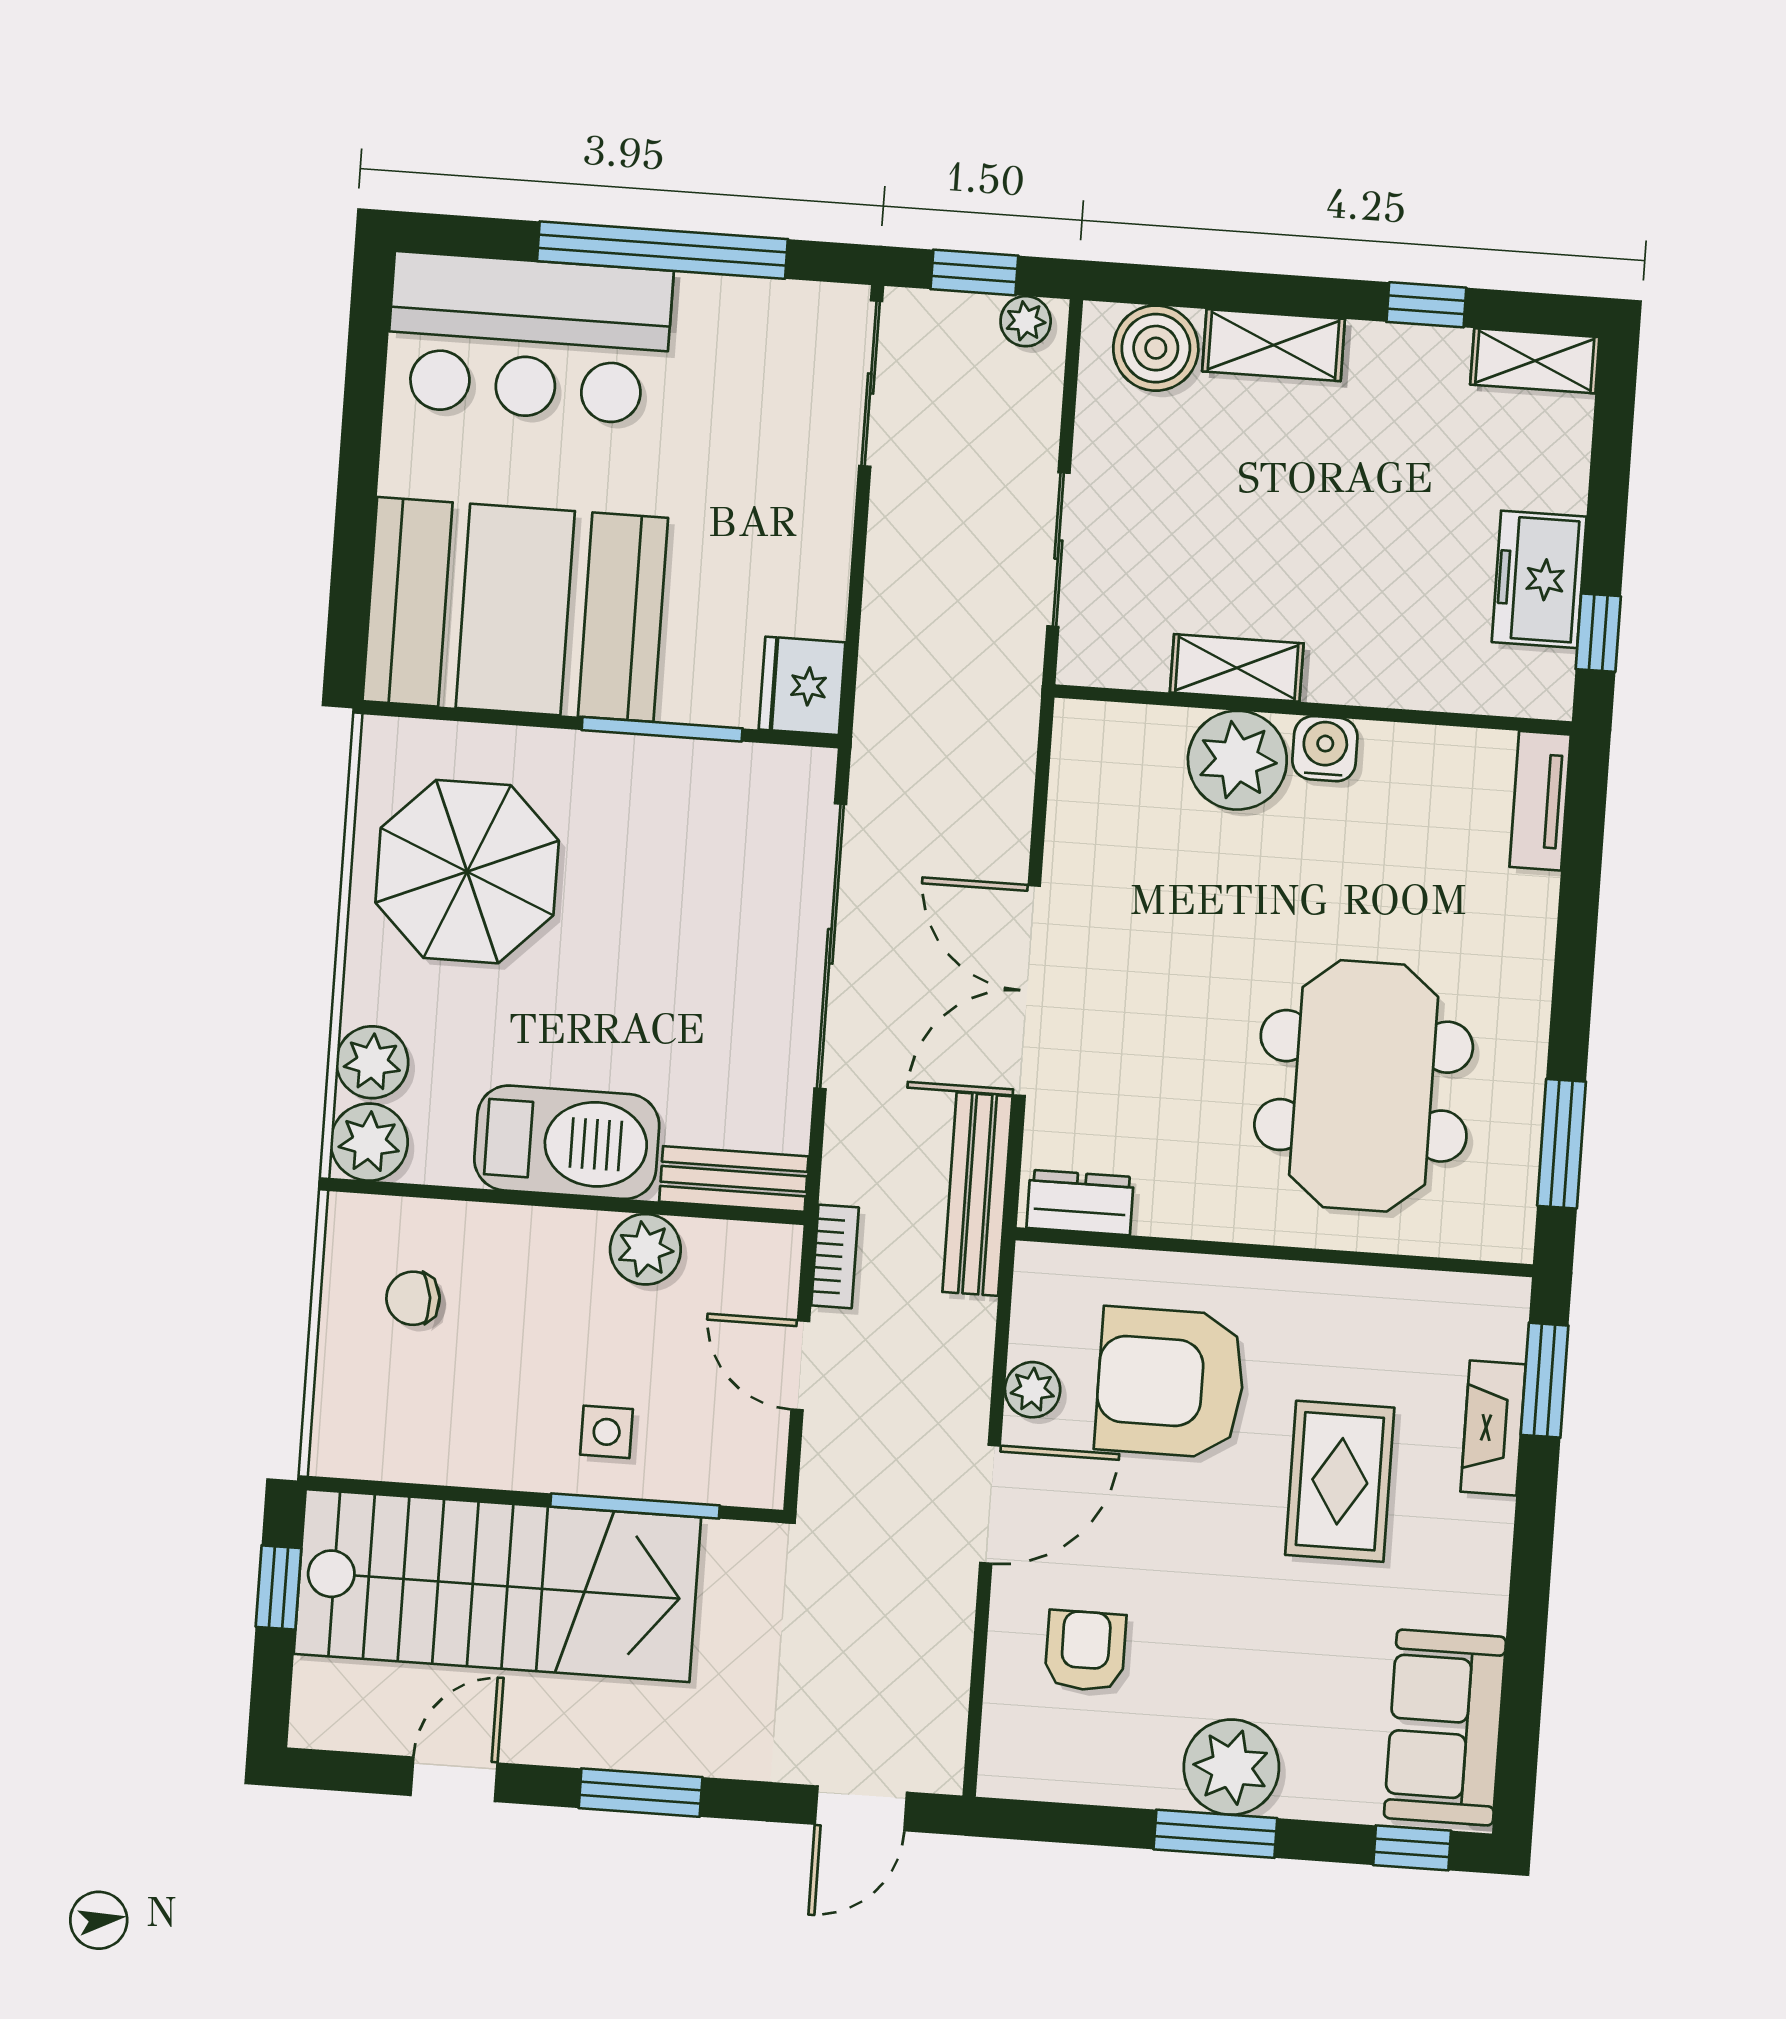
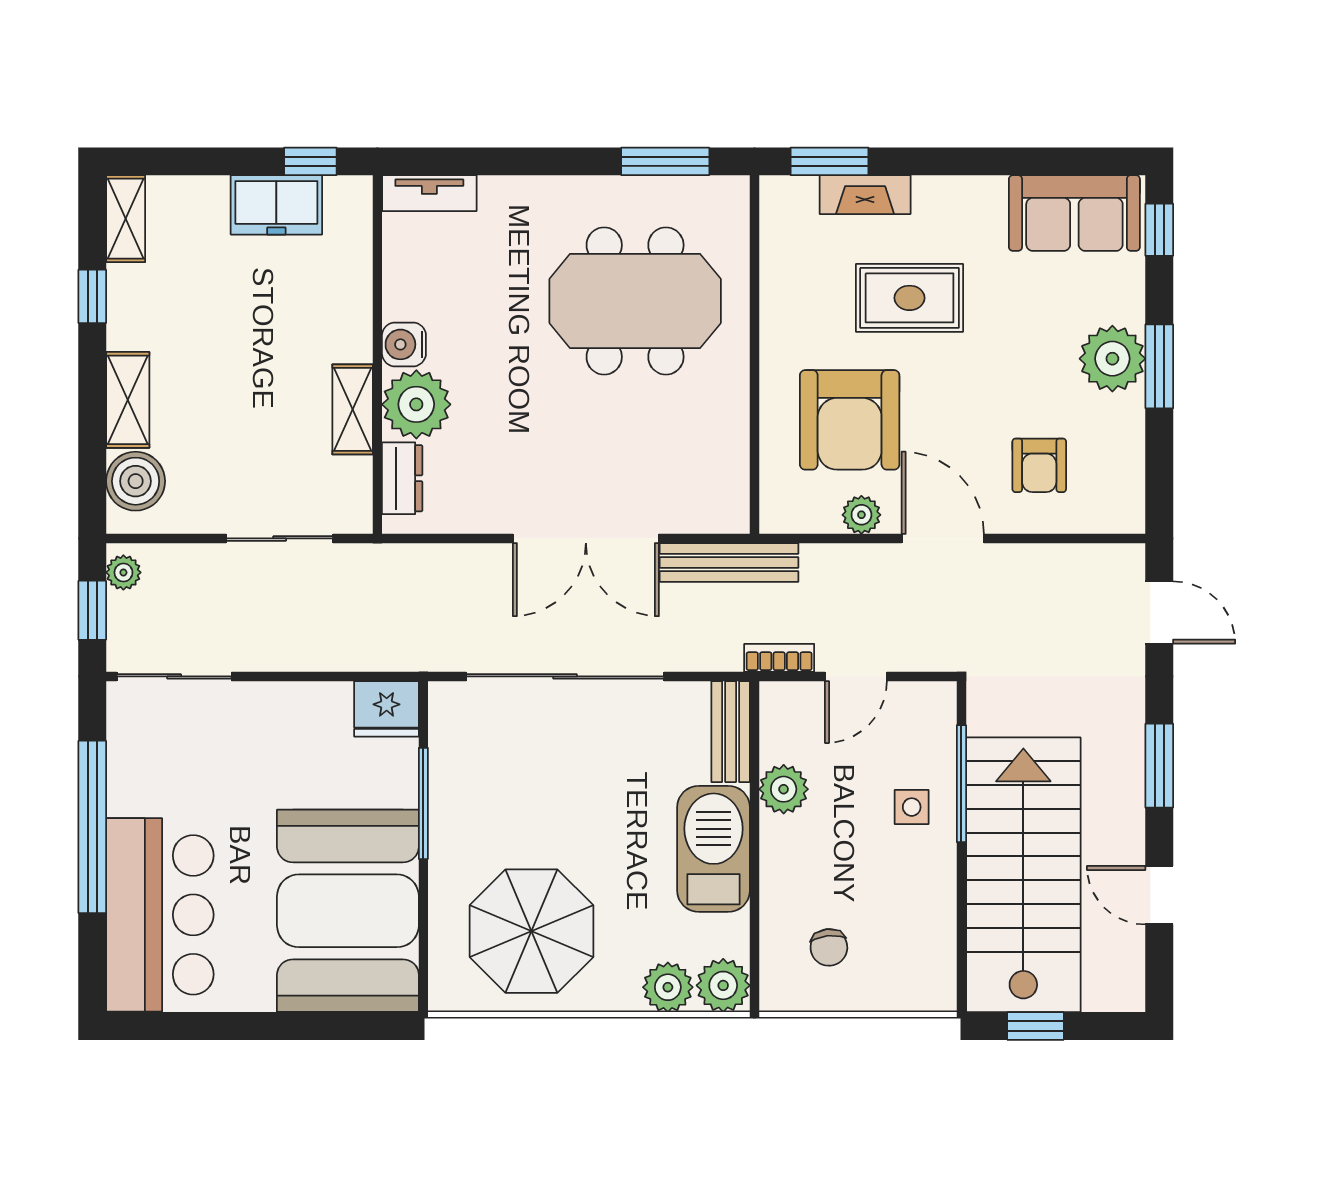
dresser: (1080, 1202) -> (402, 478), moved, turned 180
armchair: (1085, 1651) -> (1039, 465), turned -90

